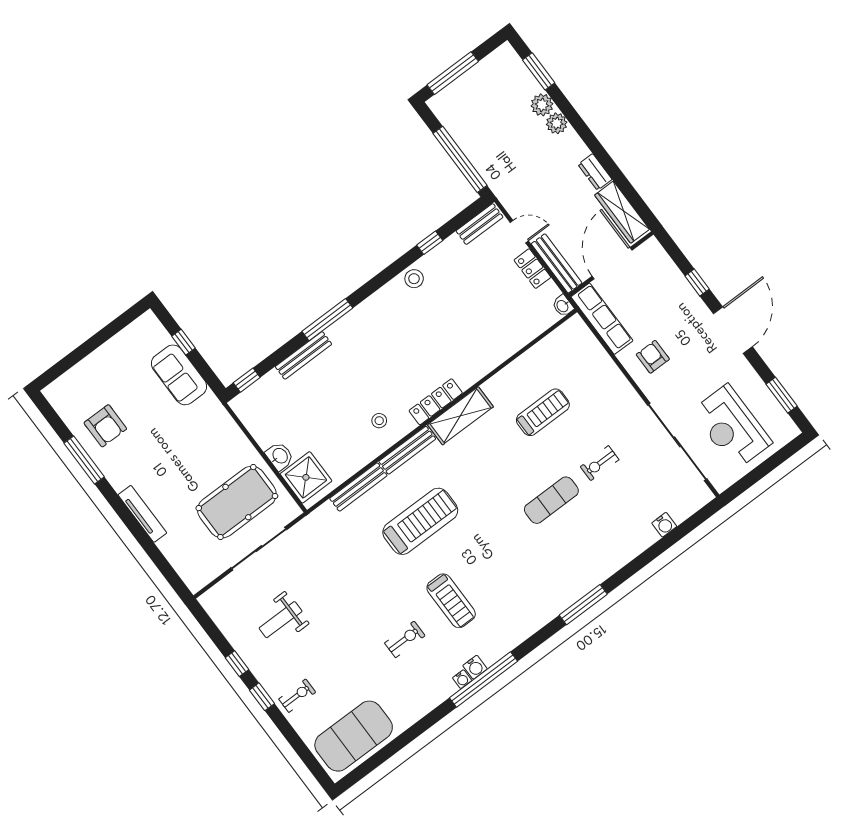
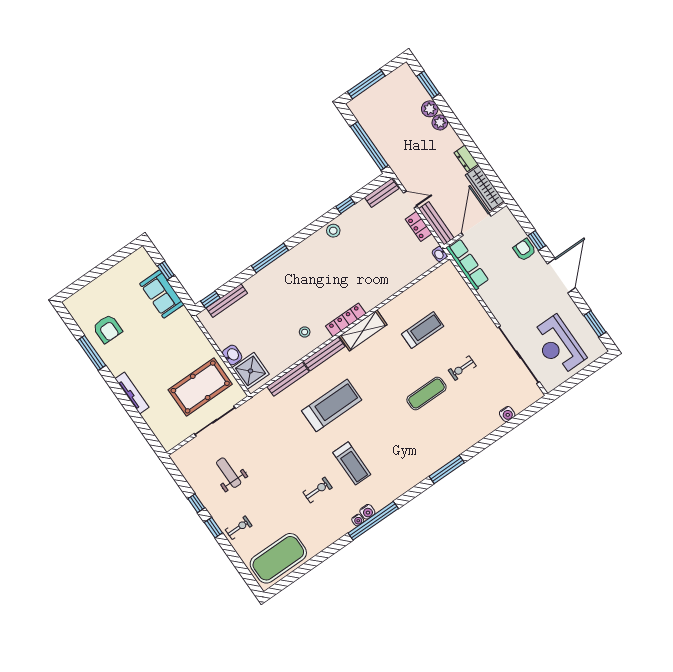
bench: (304, 355) -> (227, 301), moved
armchair: (653, 357) -> (524, 250), moved
weight bench: (281, 620) -> (229, 473), turned 90

